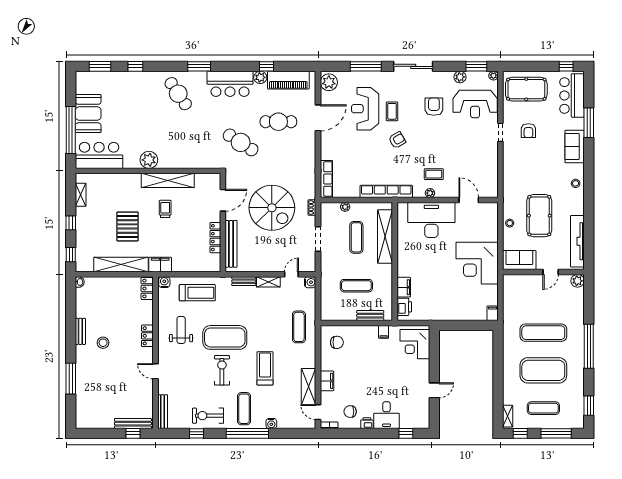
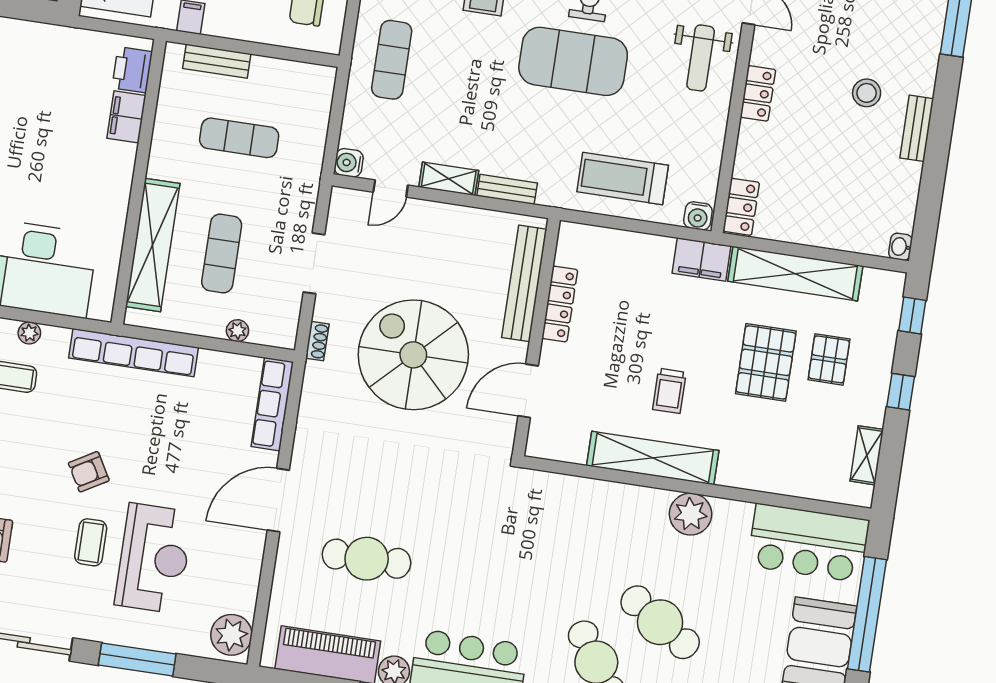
door: (318, 118) -> (278, 500), moved
cafe table: (241, 142) -> (660, 622), moved
pallet: (102, 232) -> (829, 359), added
weight bench: (181, 330) -> (701, 58), moved

